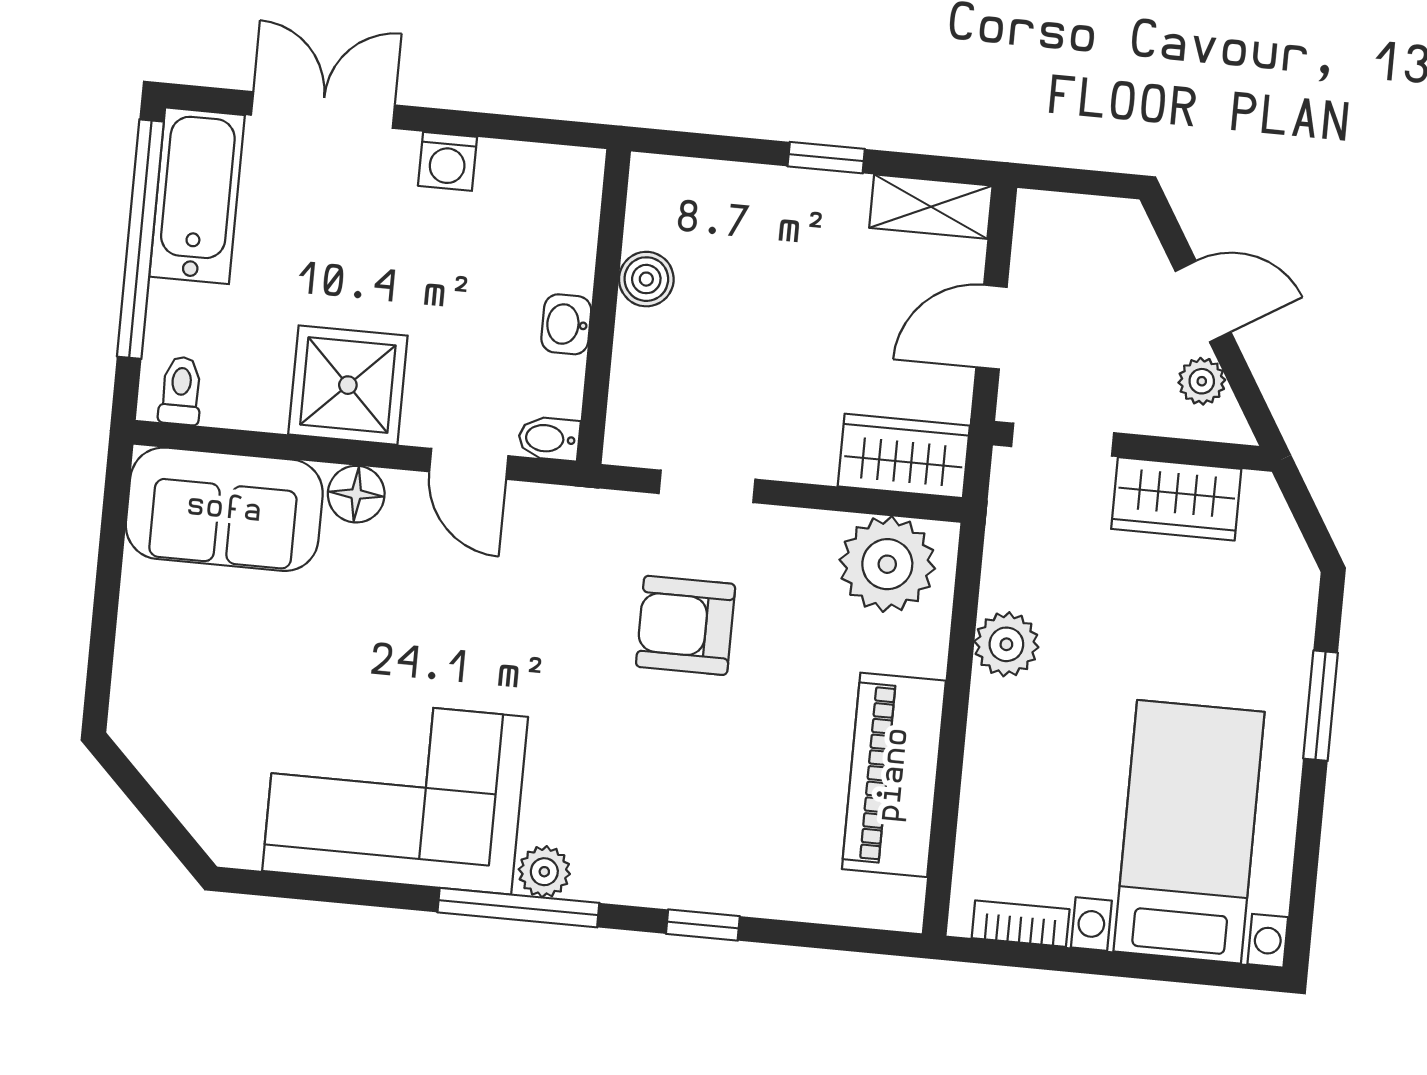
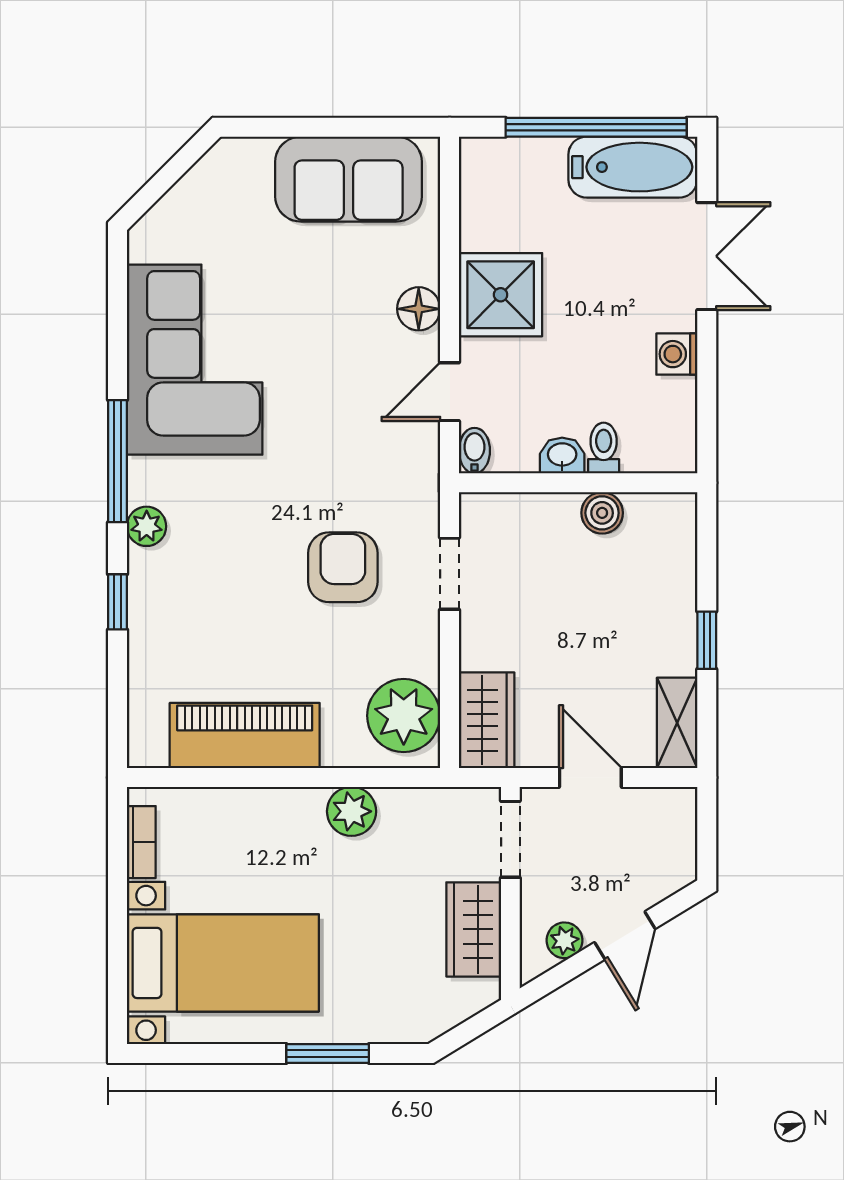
toilet: (181, 391) -> (604, 448), moved, turned -90
sofa: (224, 509) -> (349, 179), moved, turned -90
plant: (544, 872) -> (147, 526), moved

